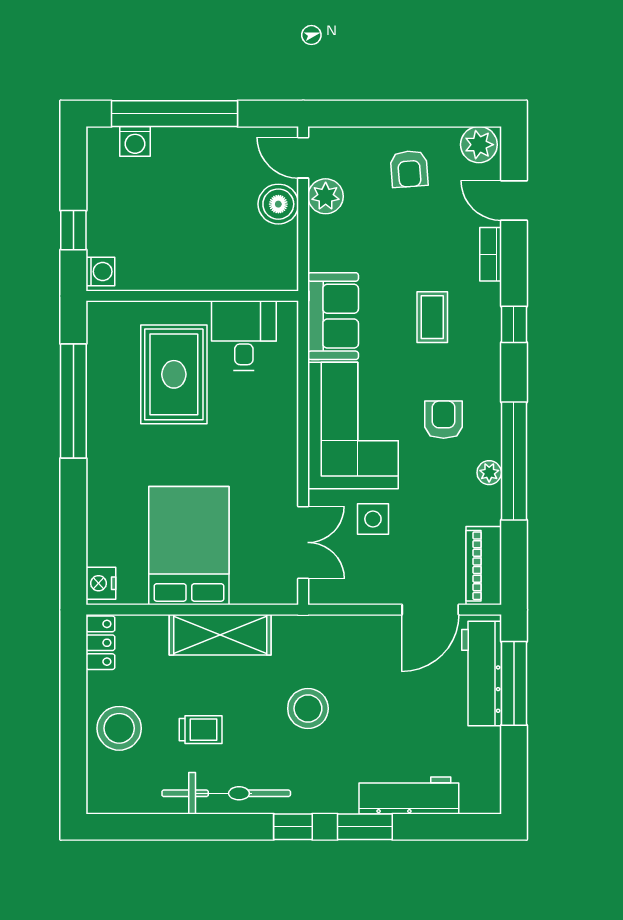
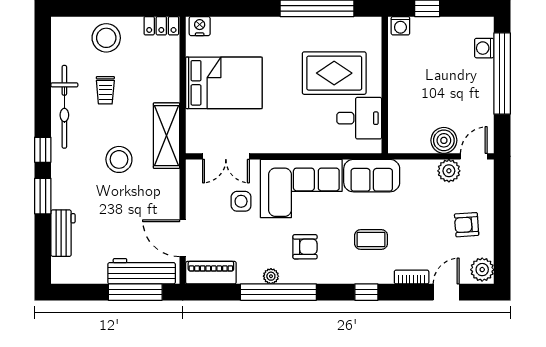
shelving: (220, 635) -> (166, 136), moved
workbench: (409, 795) -> (63, 233), width x0.73

